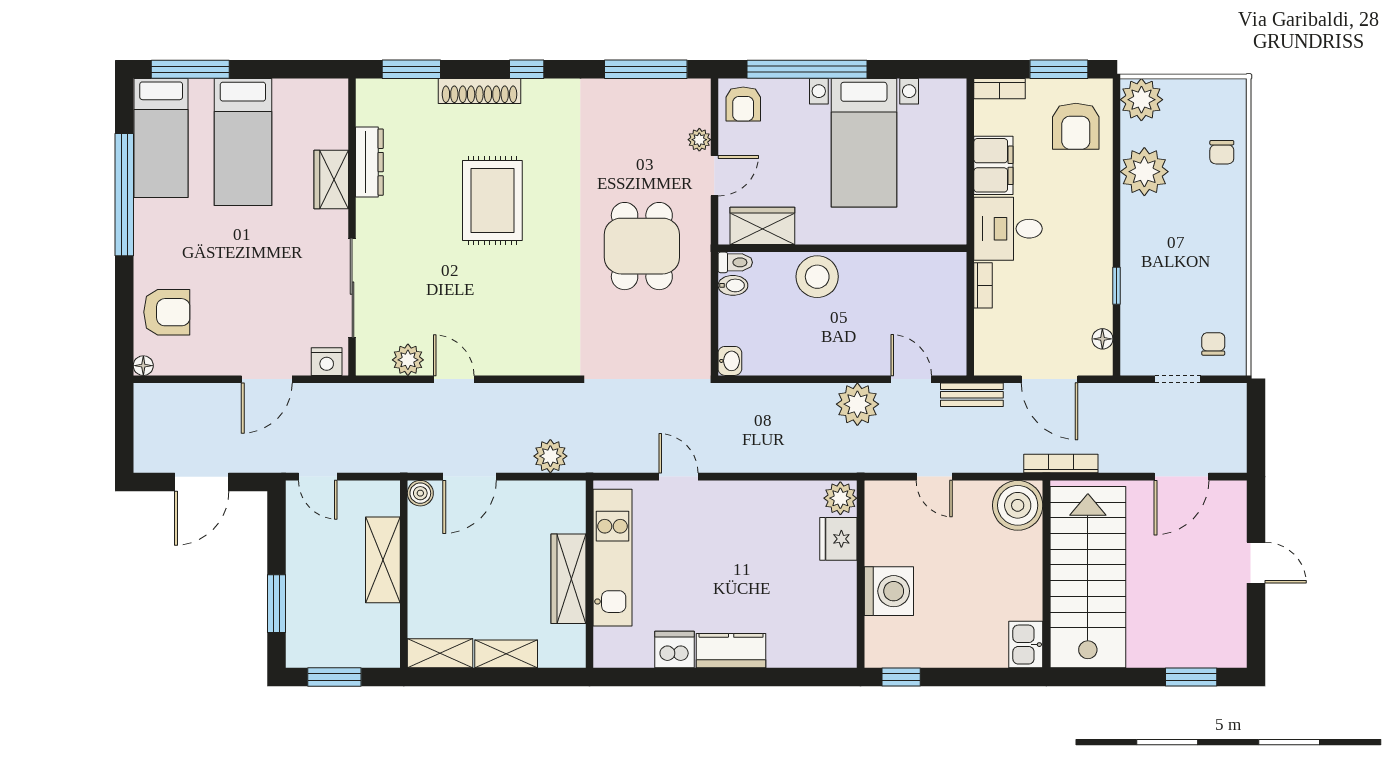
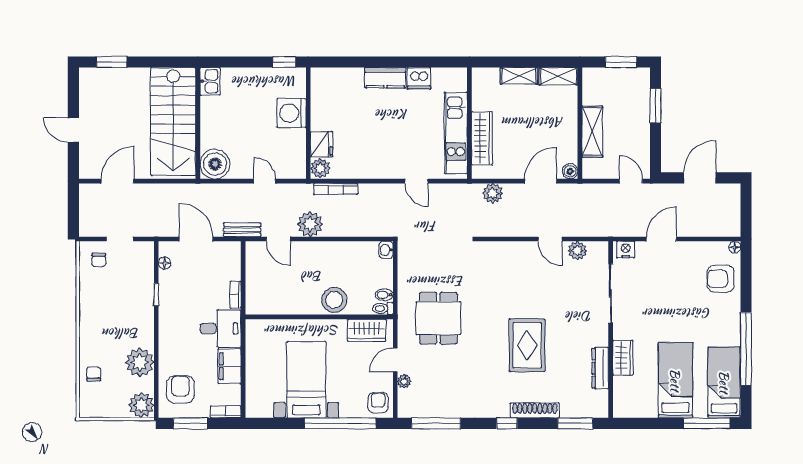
bookcase: (1061, 464) -> (336, 189), moved
wardrobe: (569, 579) -> (482, 138), moved

